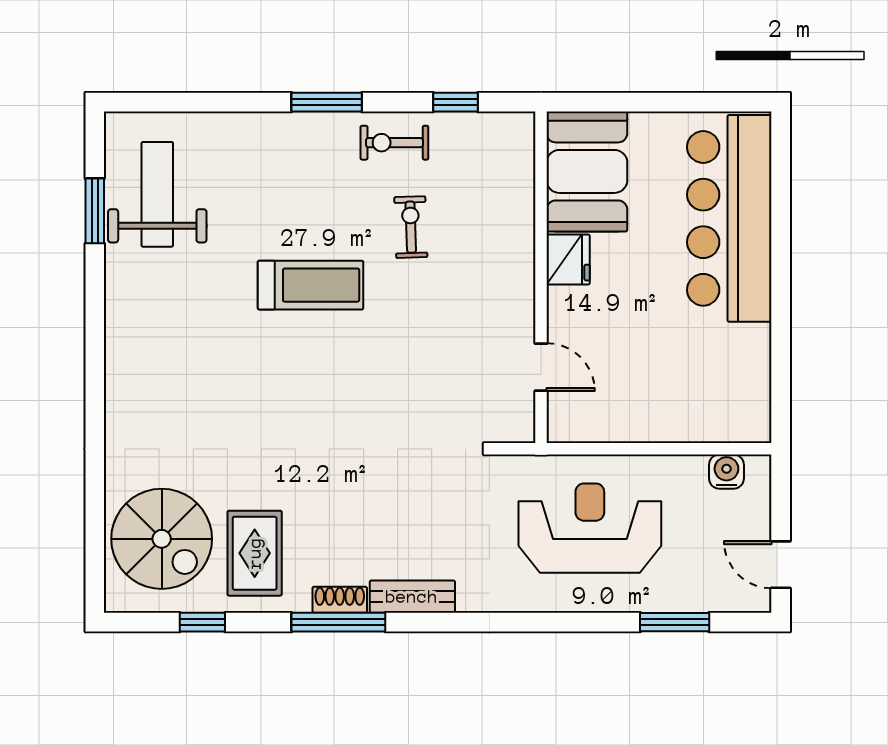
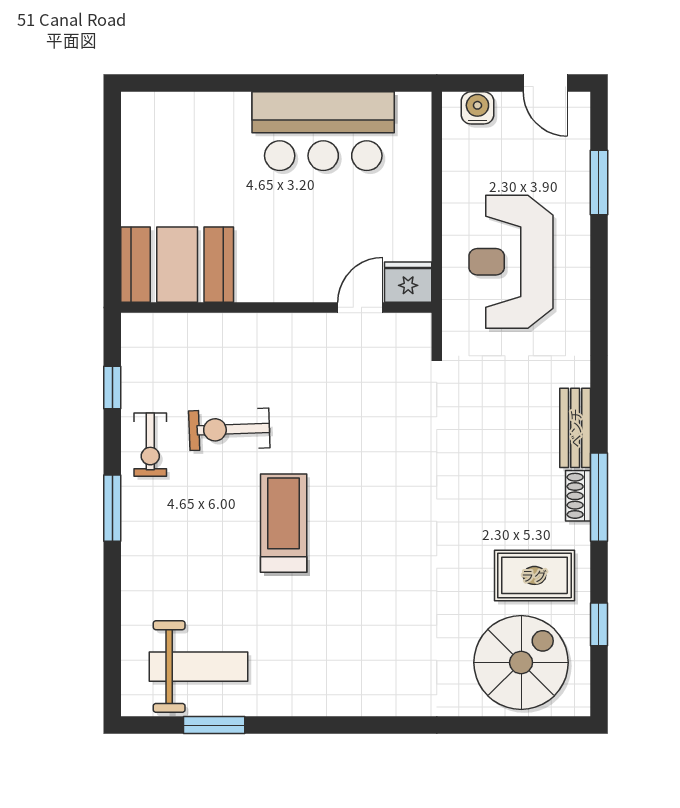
weight bench: (157, 194) -> (199, 667), turned 180
bar counter: (729, 218) -> (323, 131), moved, width x0.73
exercise bike: (411, 227) -> (229, 429), width x1.38, depth x1.39
fridge: (568, 260) -> (408, 282), moved
water cooler: (726, 472) -> (477, 108), moved, turned 90
door: (781, 565) -> (545, 83), hinge flipped

